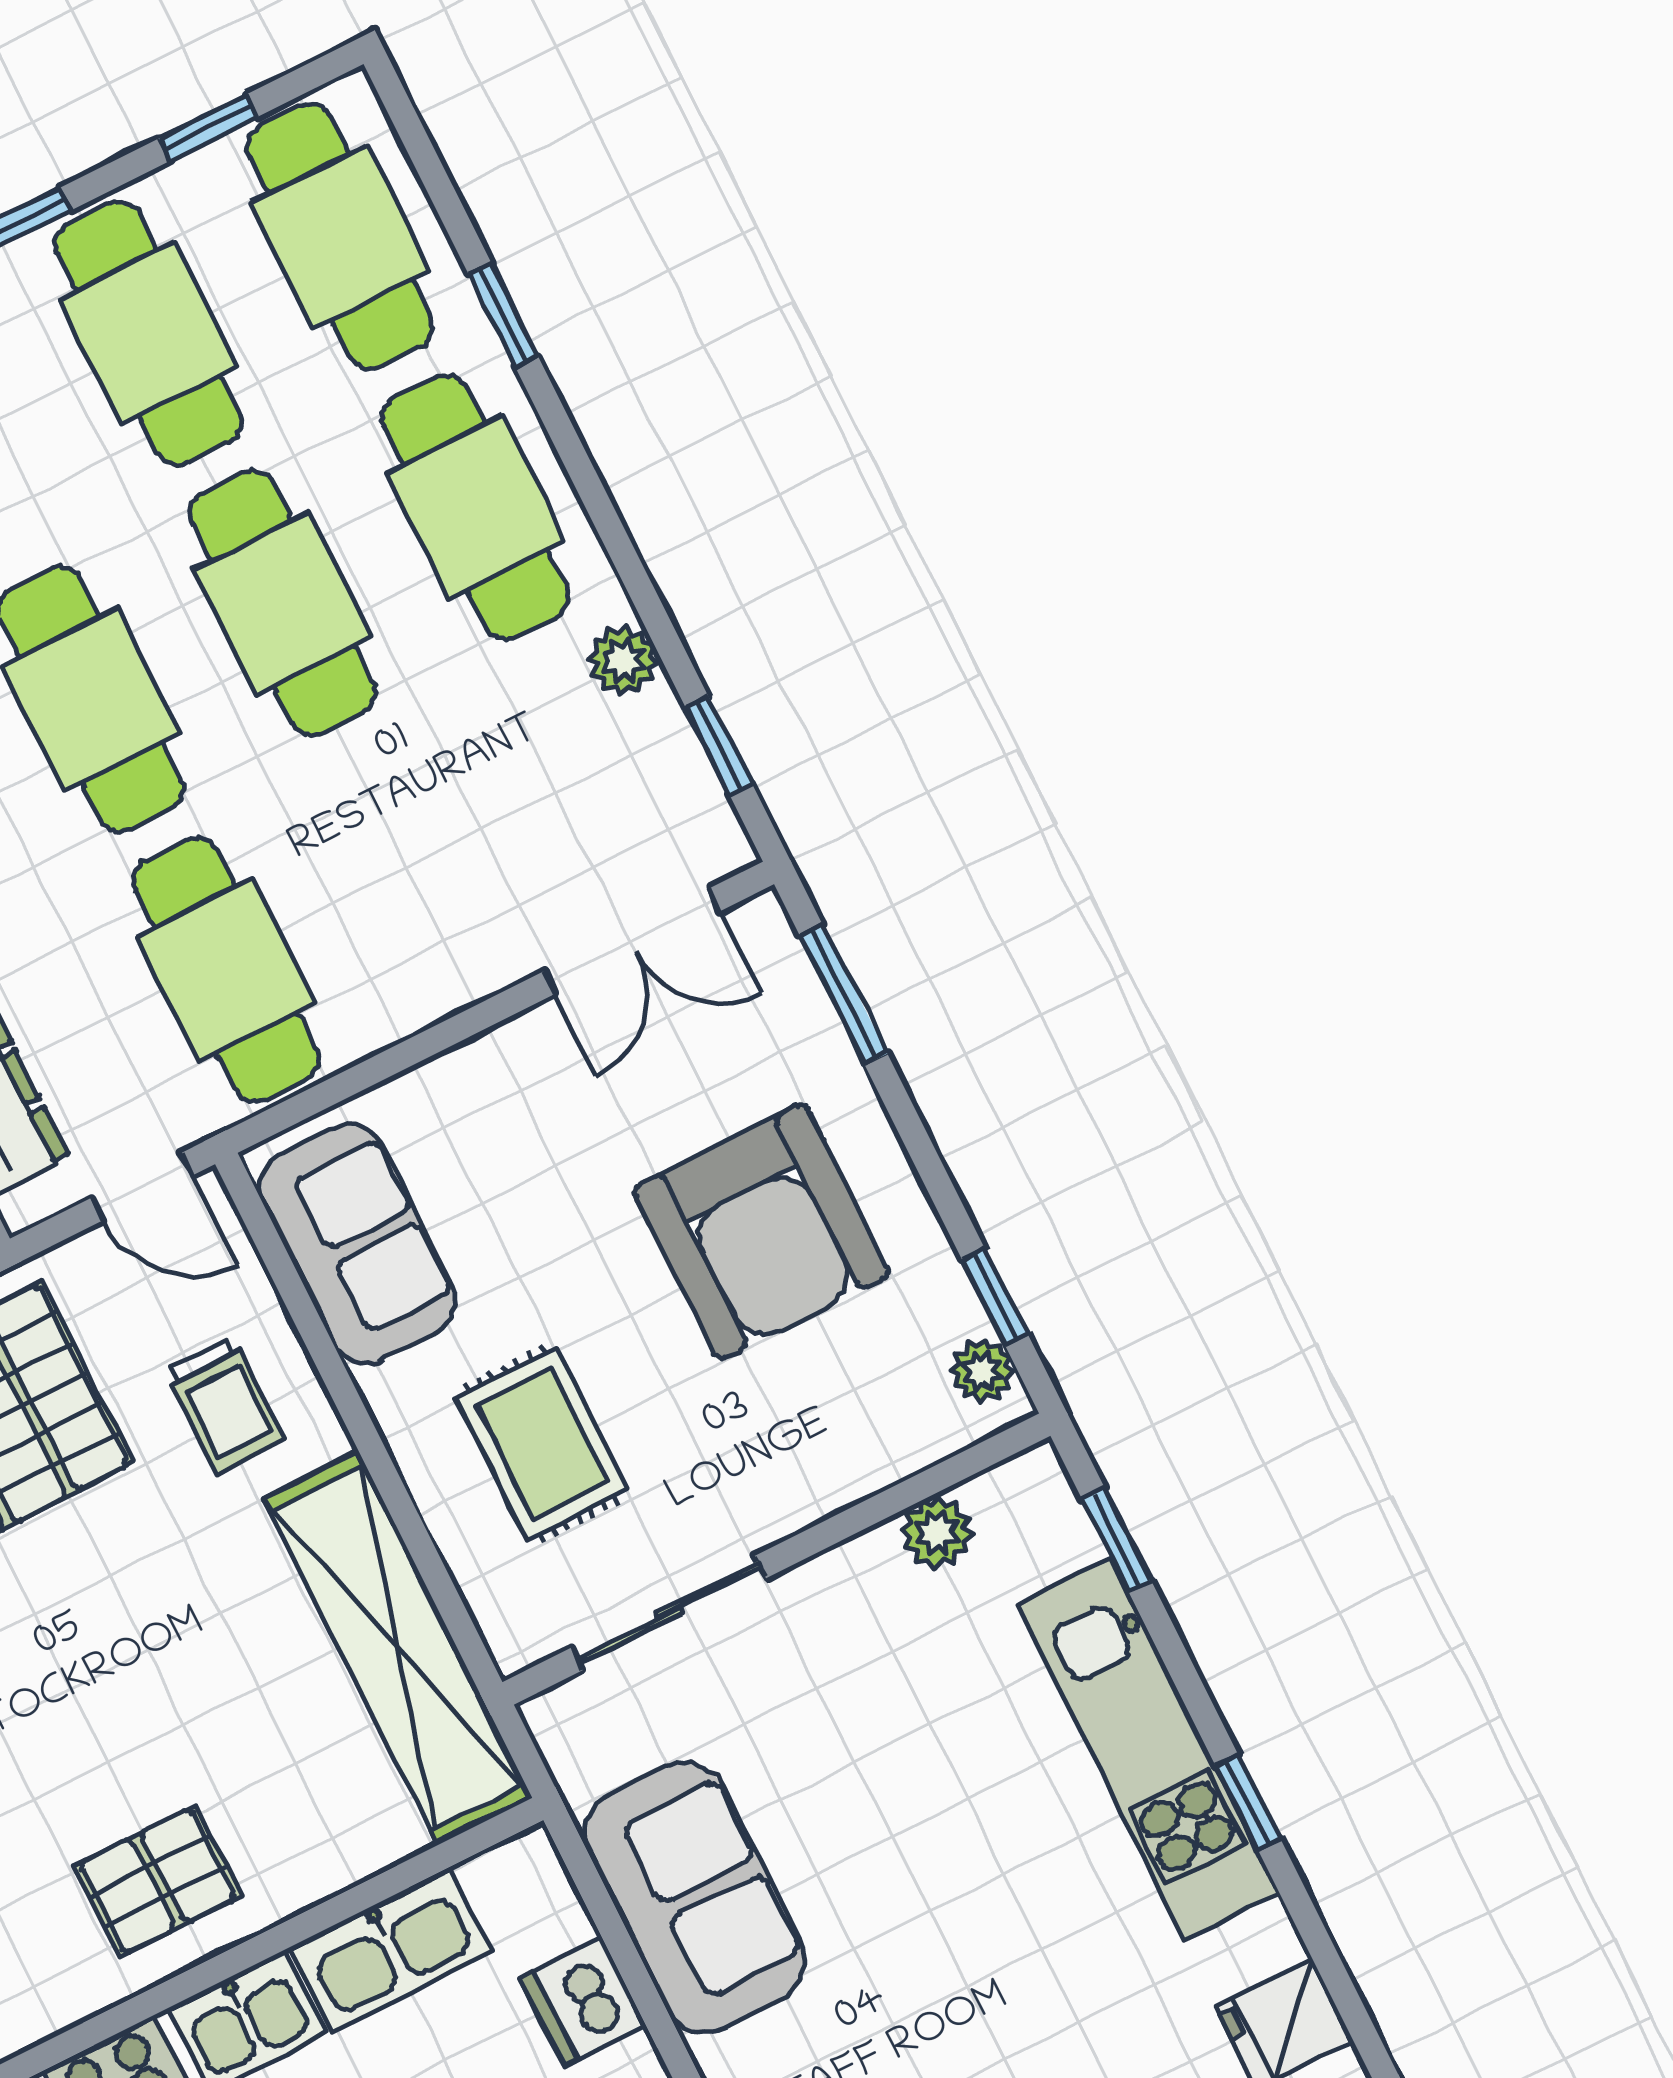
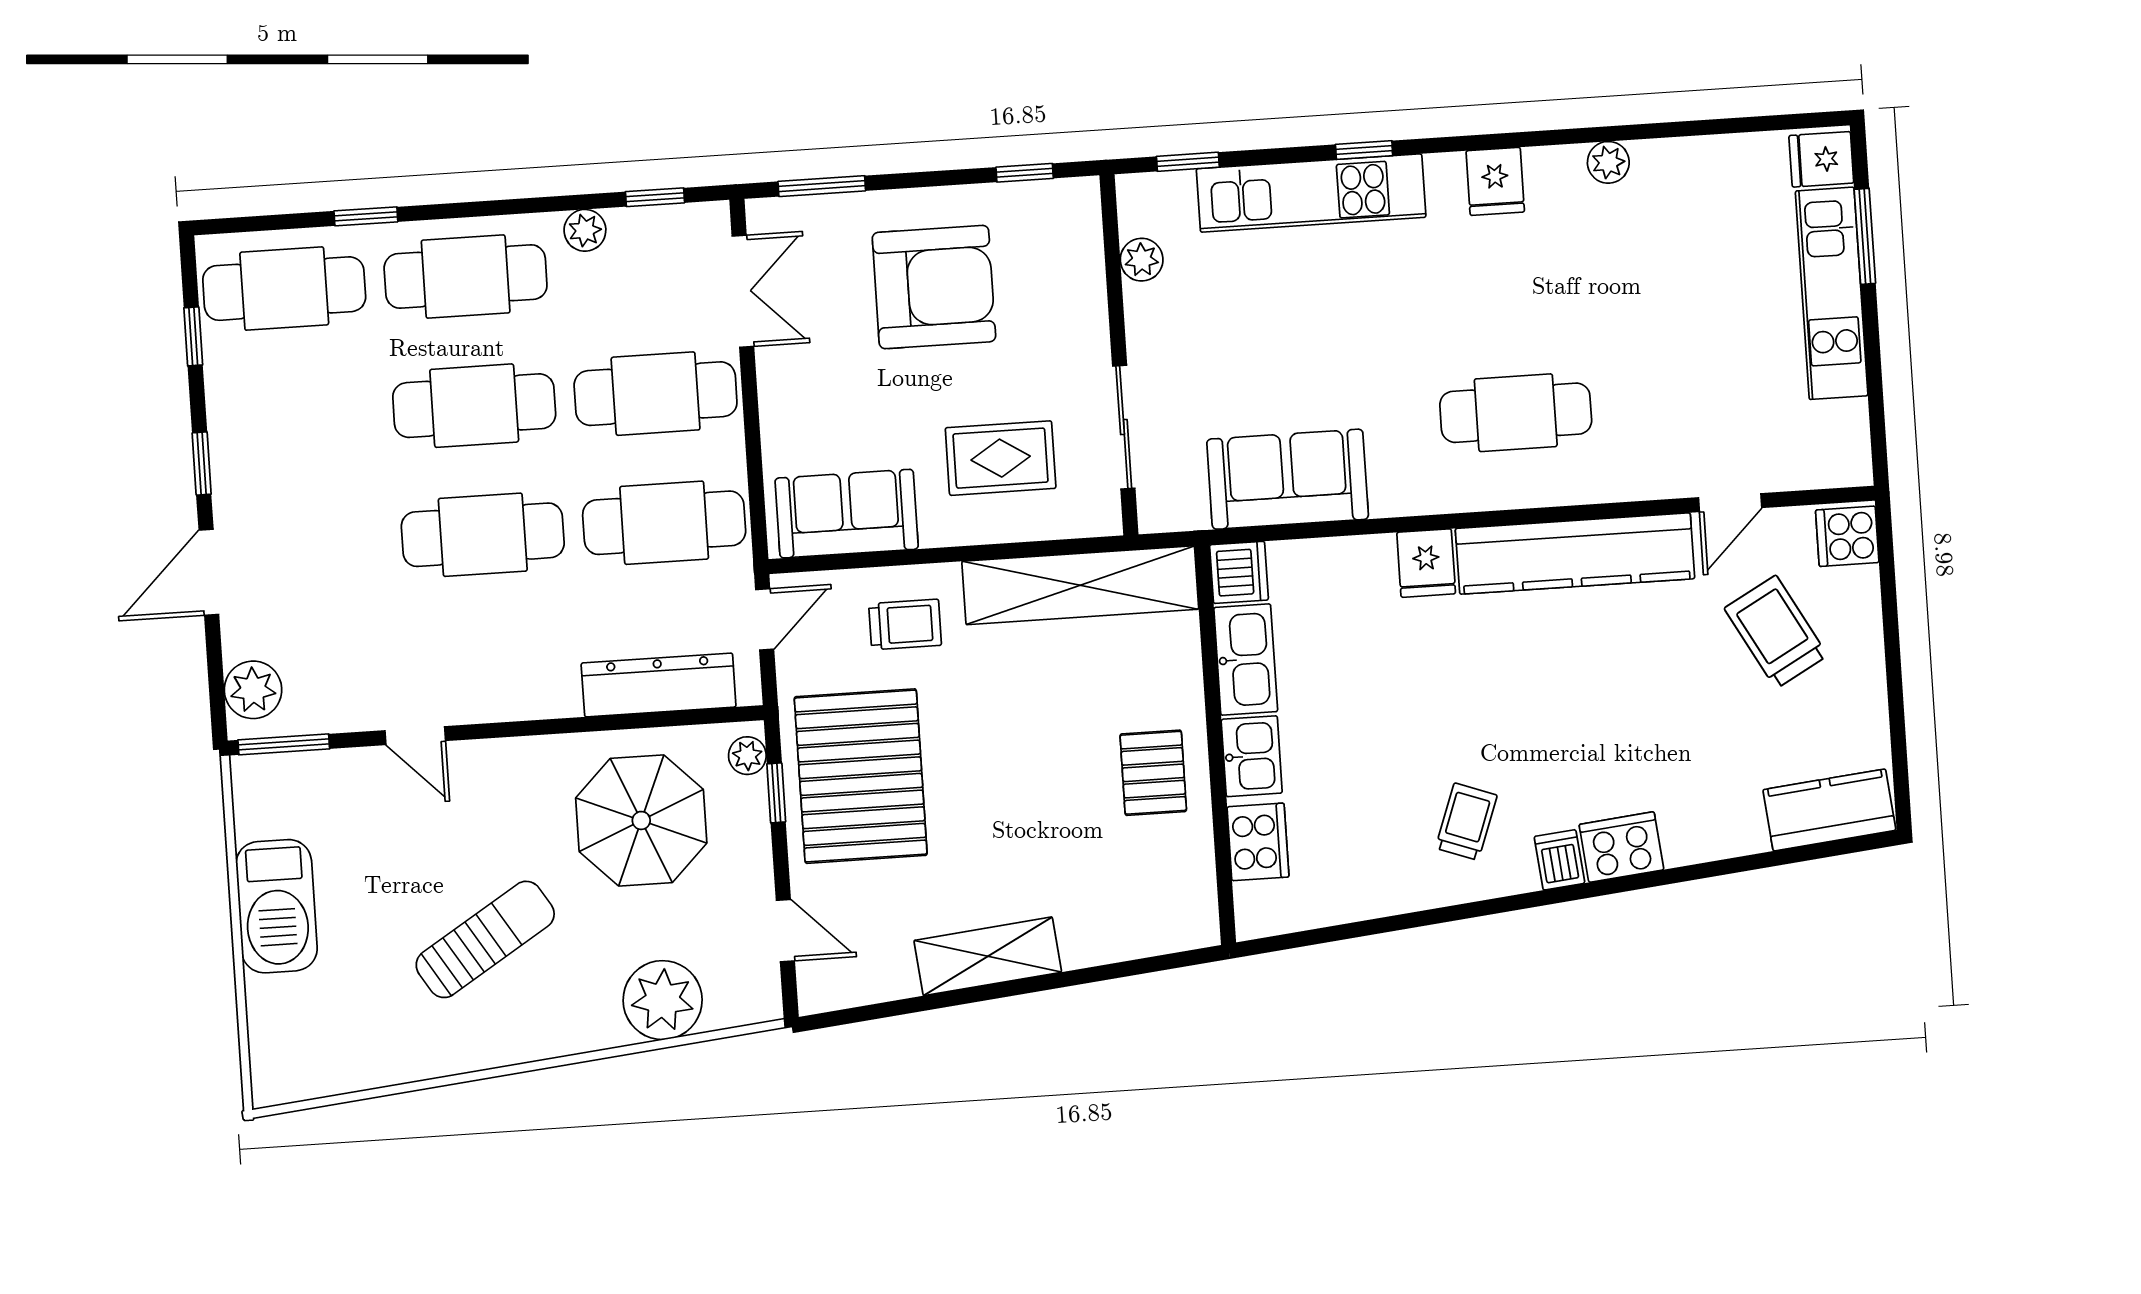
cafe table: (148, 333) -> (656, 394), moved
plant: (982, 1371) -> (1063, 197), removed
dishwasher: (583, 2001) -> (1239, 572), moved, turned -90

